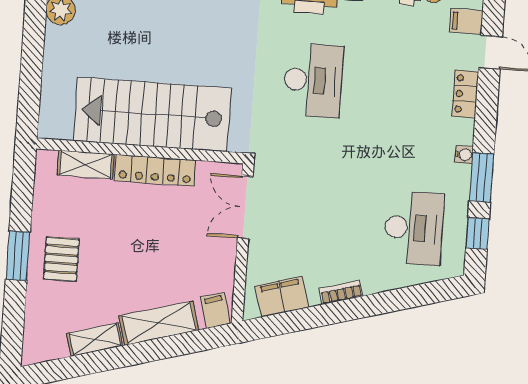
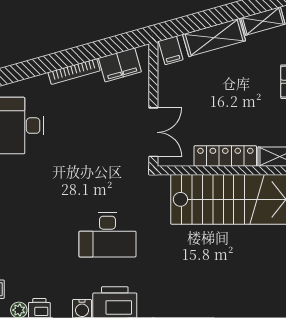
desk: (313, 80) -> (107, 235), turned -90
bookcase: (341, 292) -> (74, 71), width x1.56

